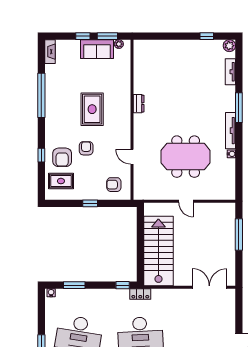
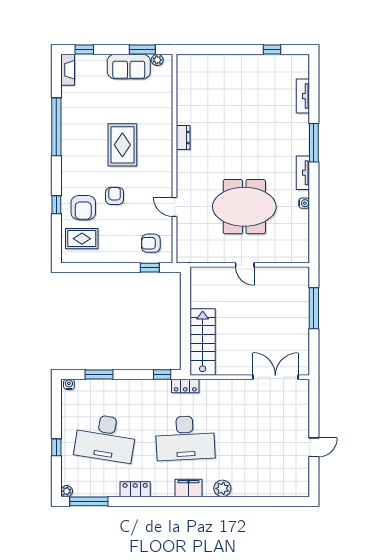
window: (83, 36) -> (84, 50), moved
plant: (229, 46) -> (301, 62), removed
tv unit: (230, 131) -> (303, 173), width x0.71
window: (90, 203) -> (150, 268), moved
stairs: (158, 251) -> (203, 342), width x0.73, depth x0.66

